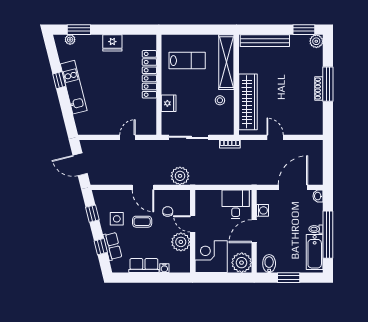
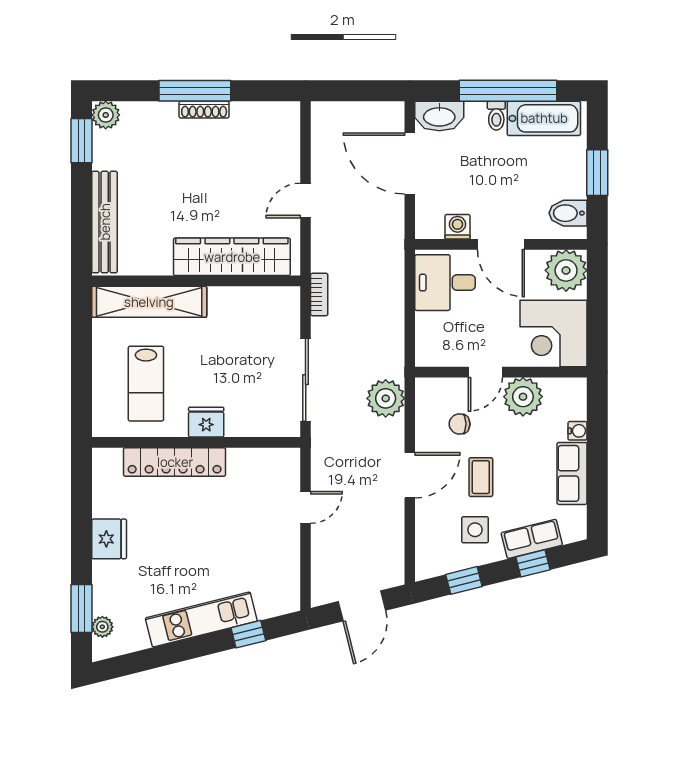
lab bench: (187, 61) -> (146, 384), turned 180
window: (59, 80) -> (248, 634), moved
stool: (220, 100) -> (229, 315), removed
fridge: (169, 103) -> (206, 422), moved
door: (128, 137) -> (306, 507), swing flipped
washbasin: (318, 196) -> (439, 116), width x1.91, depth x1.45

